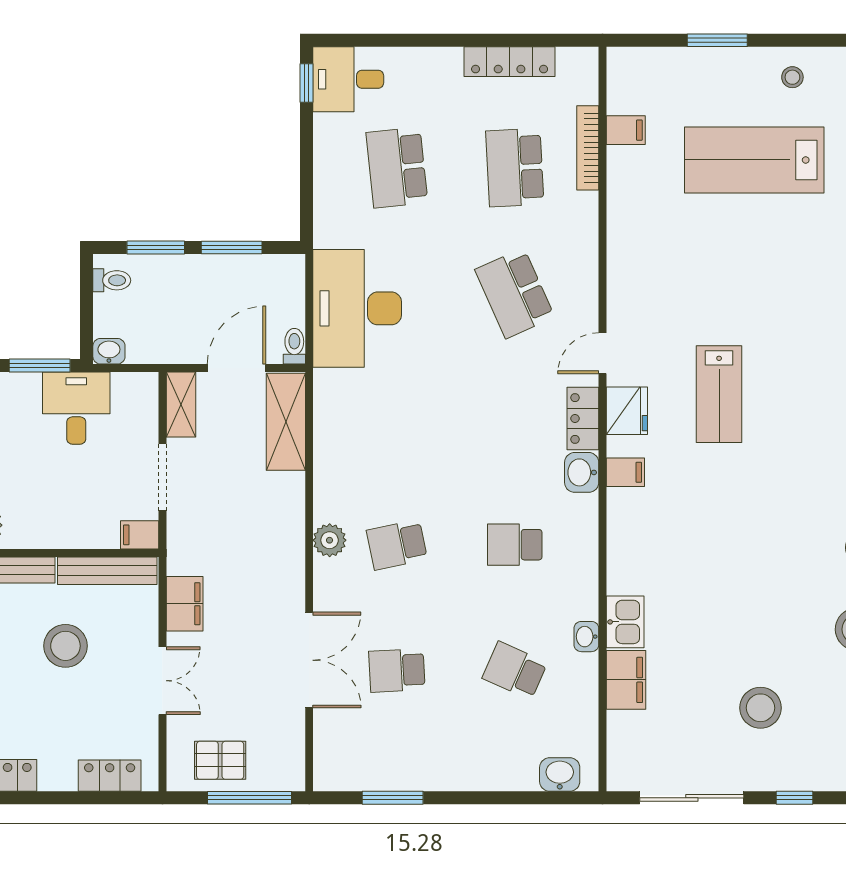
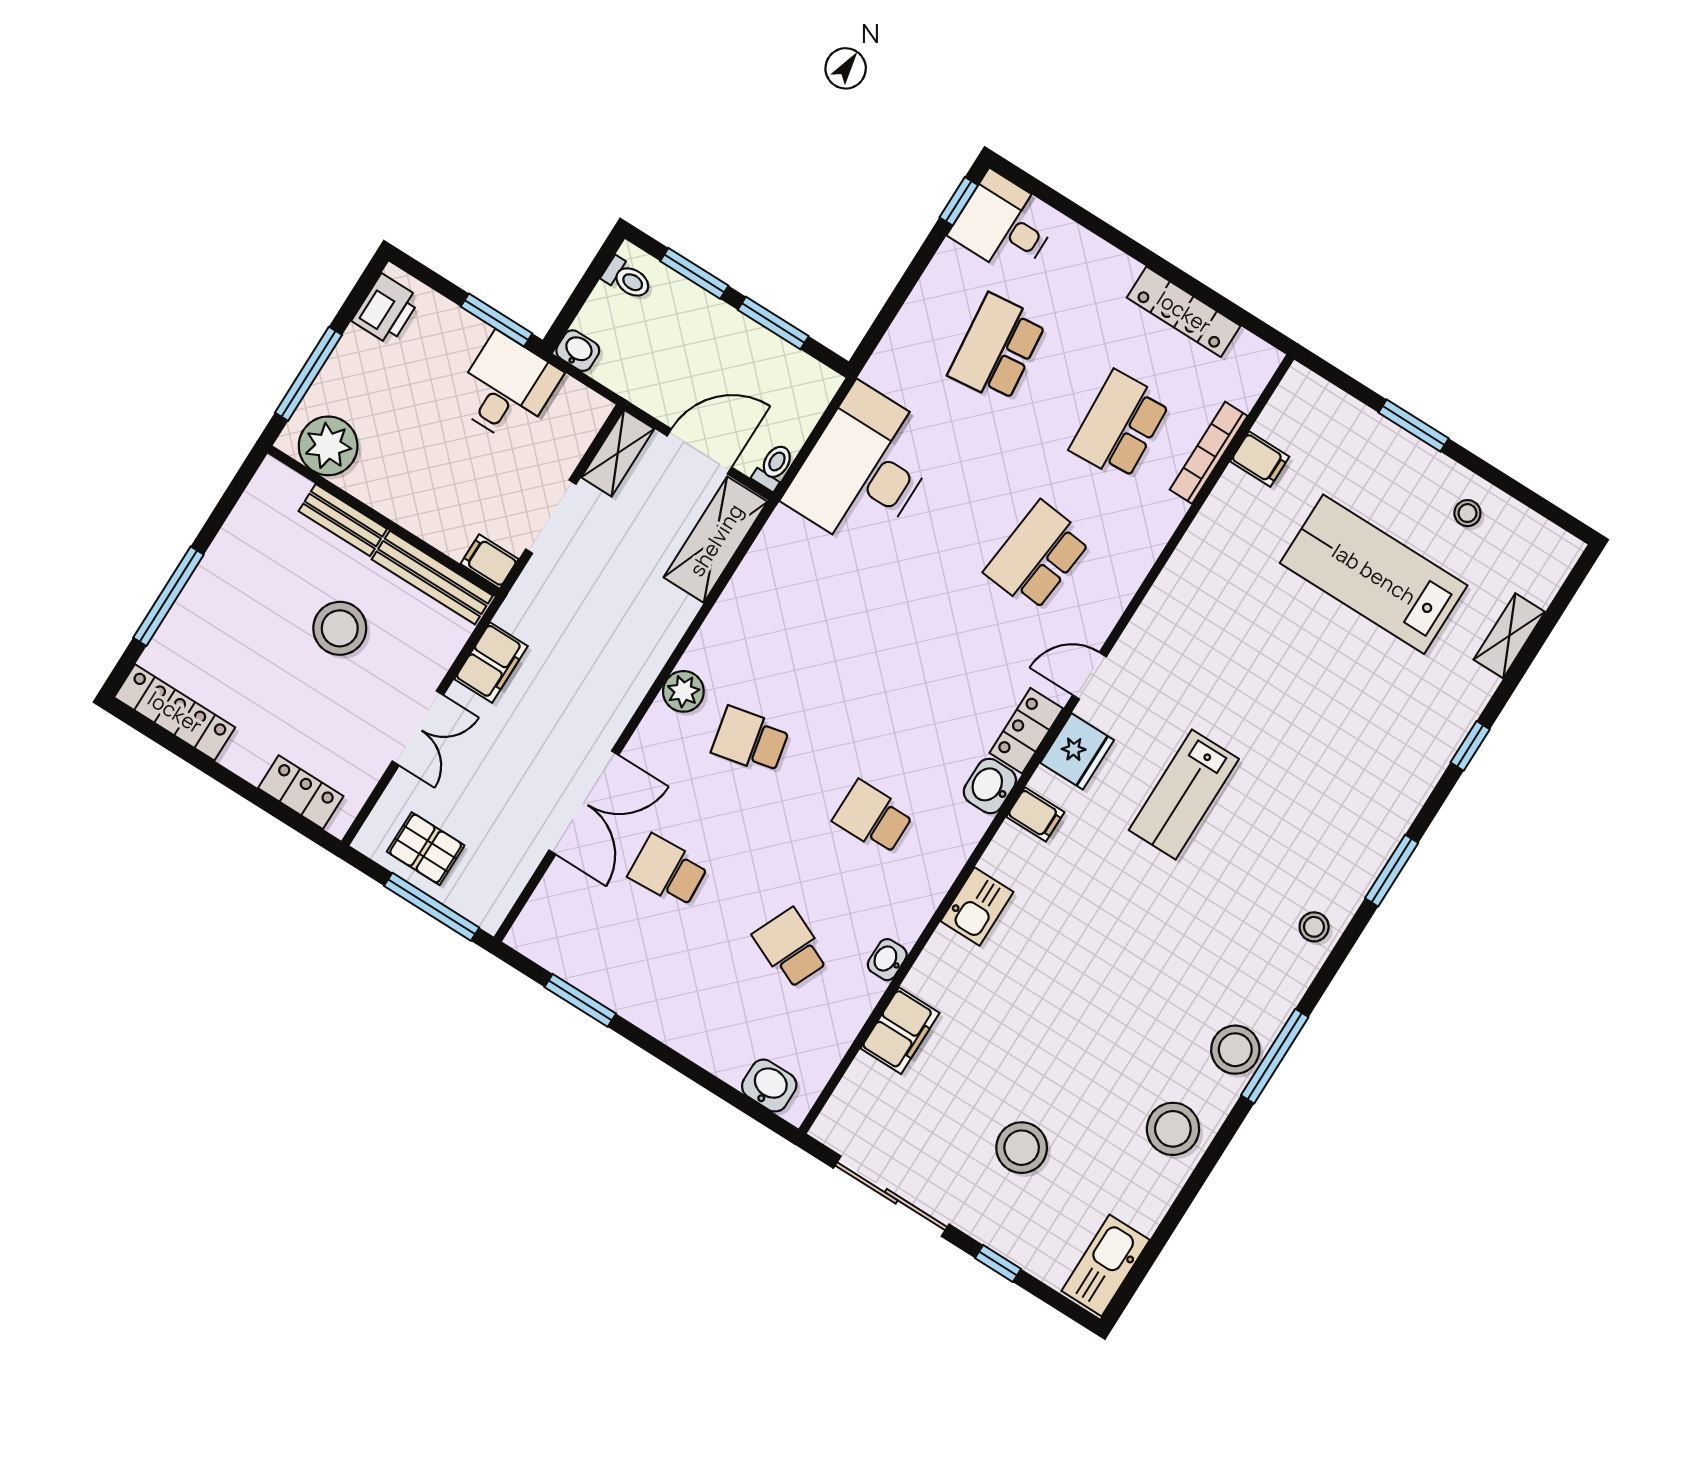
school desk: (515, 293) -> (1037, 556), turned 30
kitchen sink: (625, 622) -> (977, 907), moved

